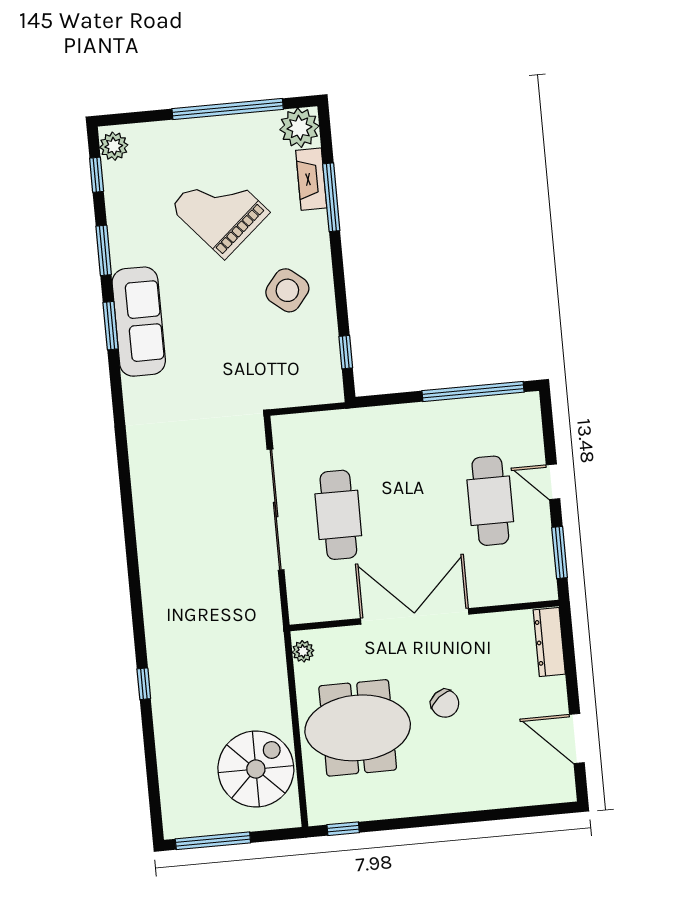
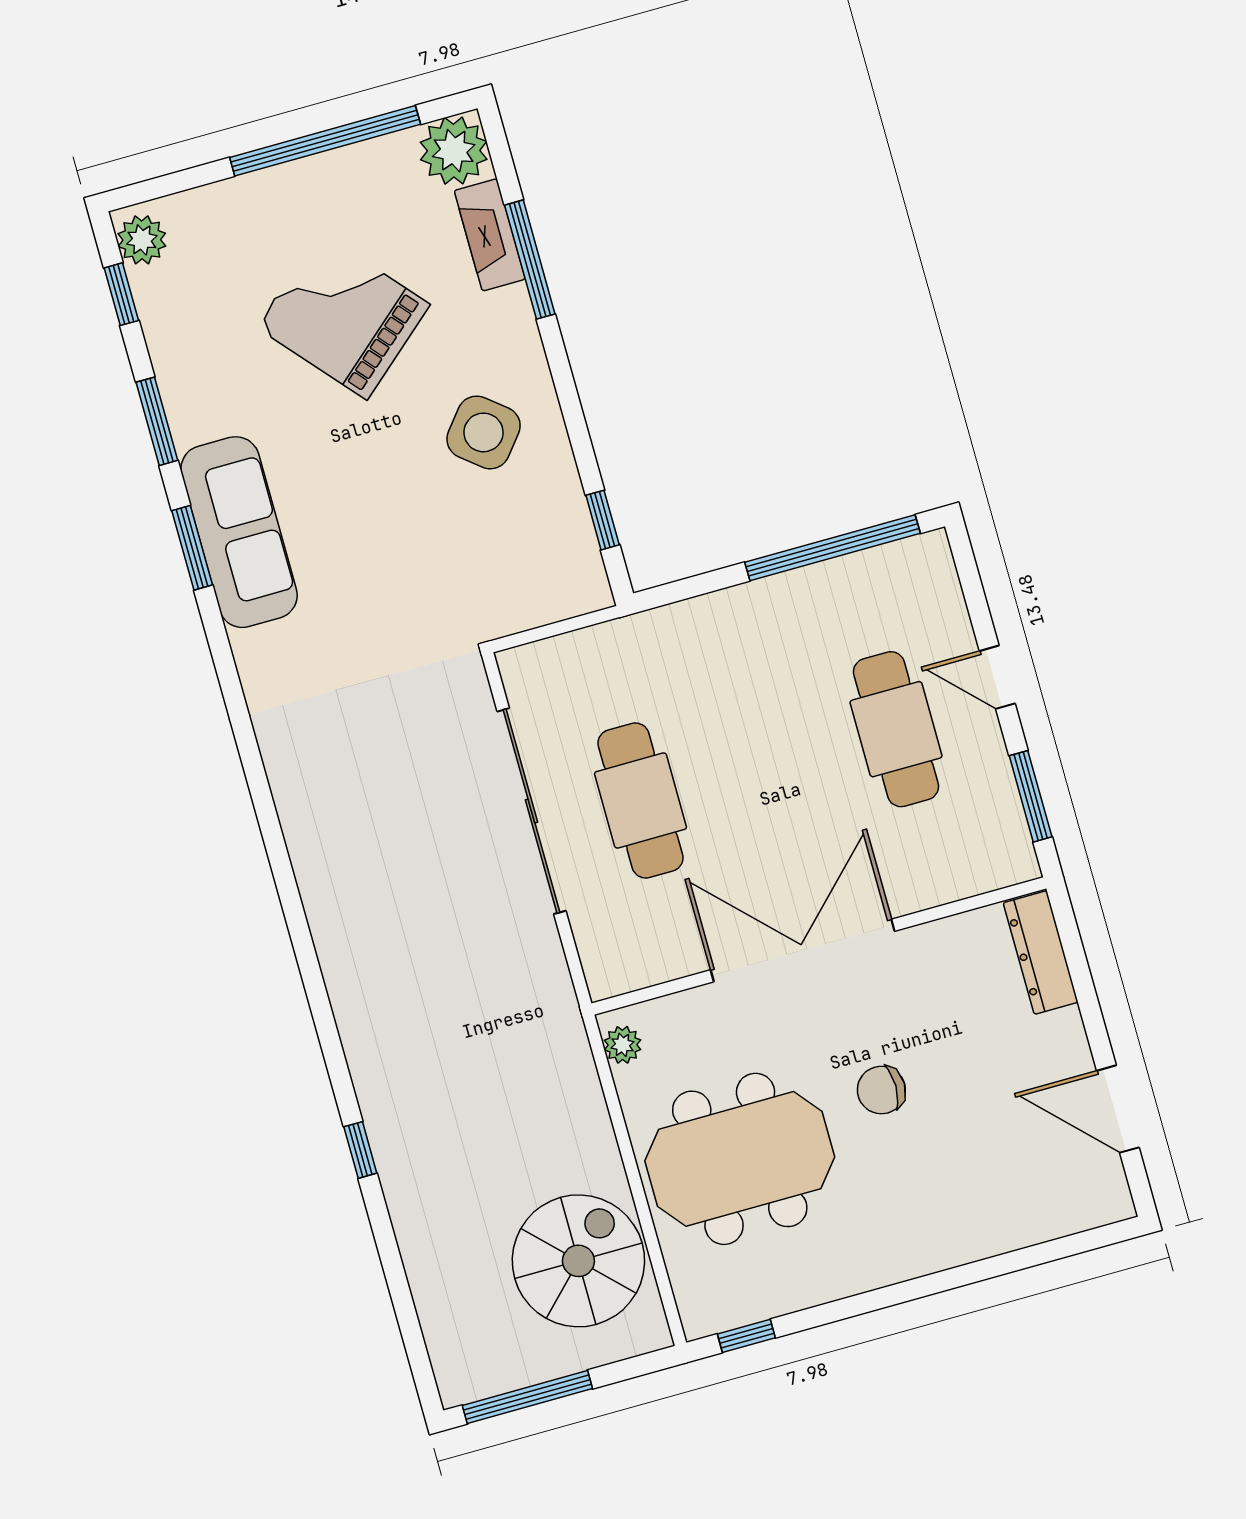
chair: (445, 703) -> (881, 1090), turned 128

